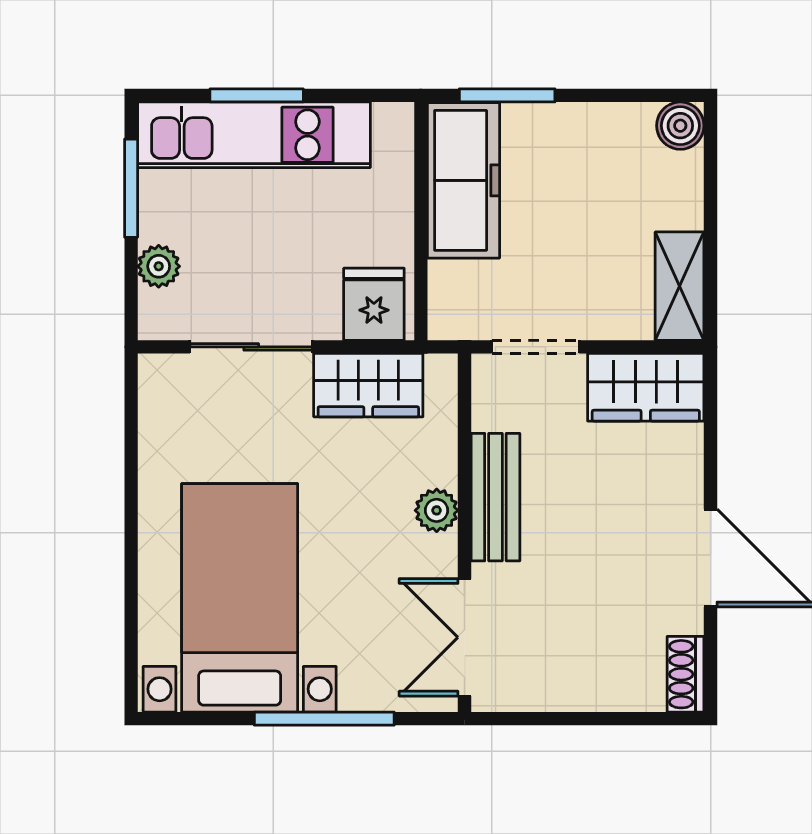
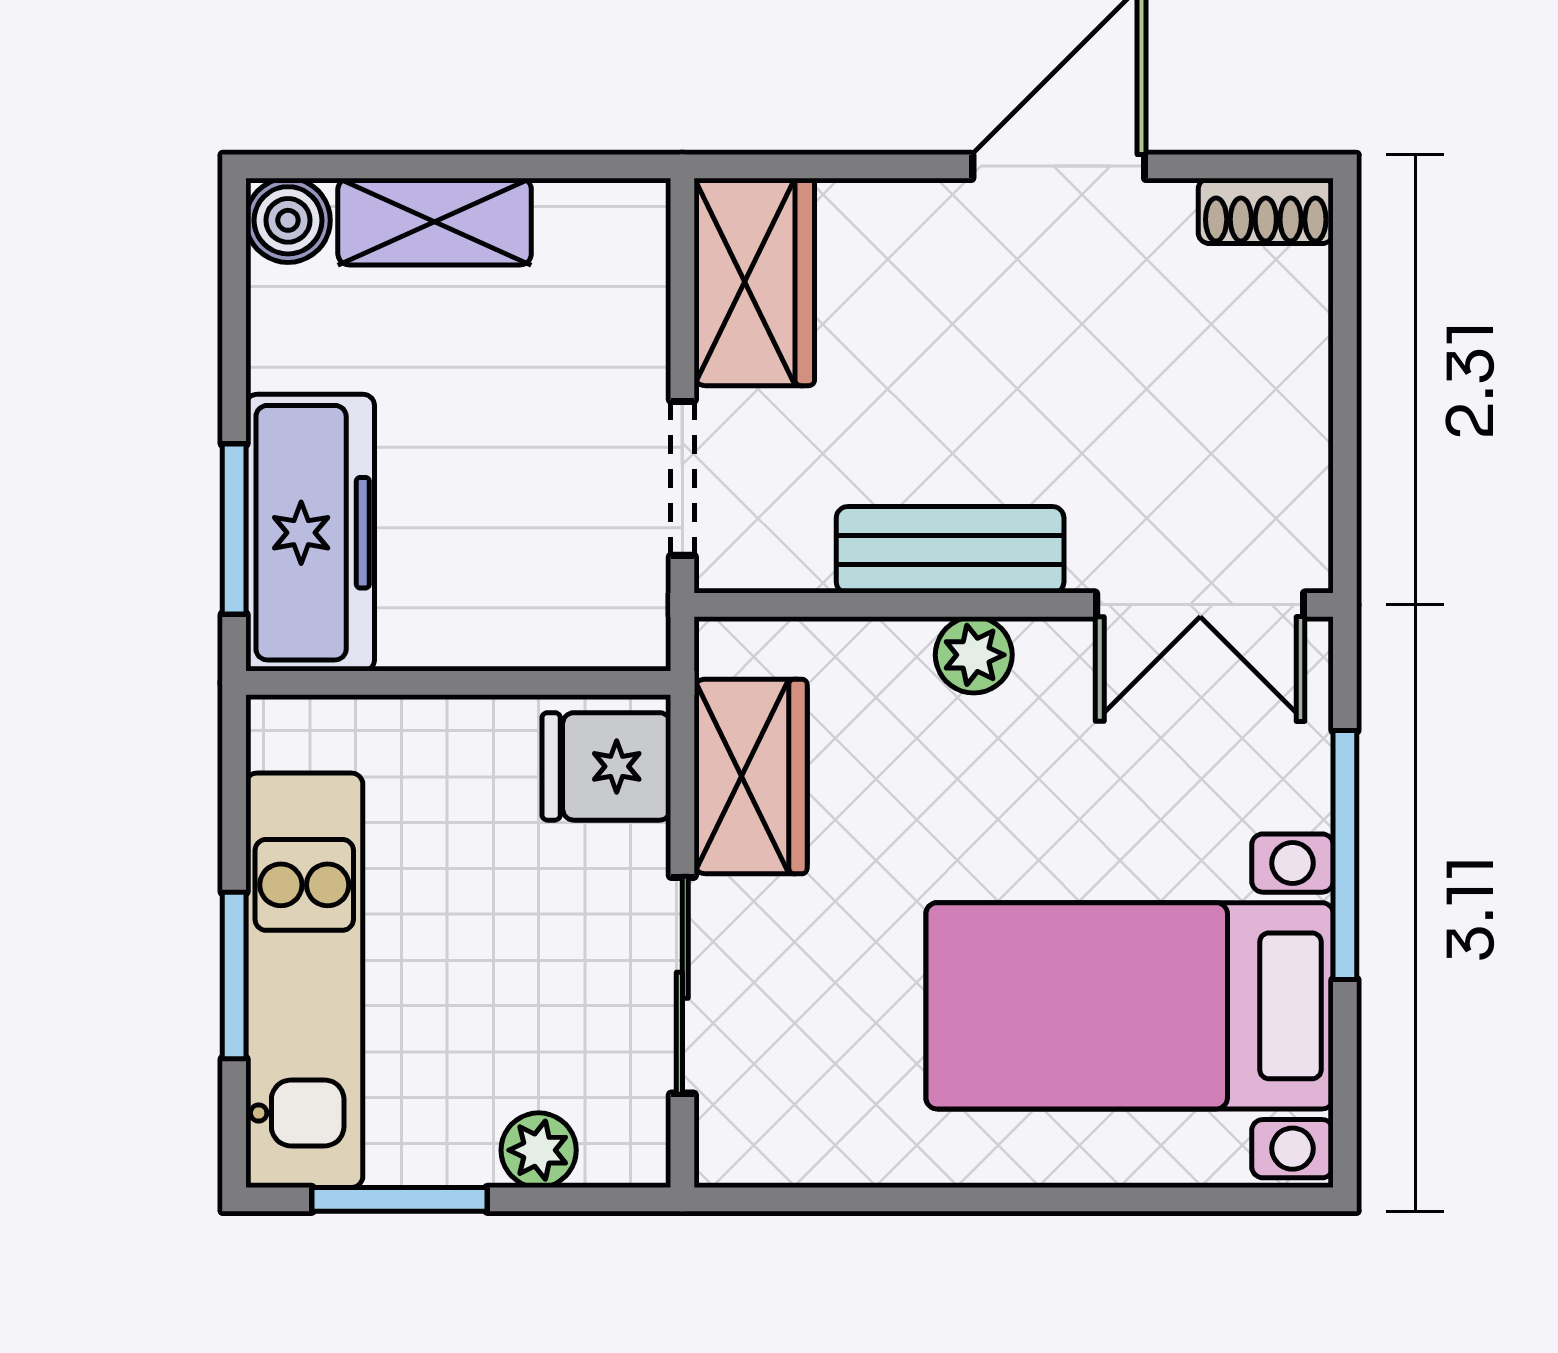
freezer: (463, 180) -> (310, 533), moved, turned 90
shelving: (680, 286) -> (435, 222), moved

